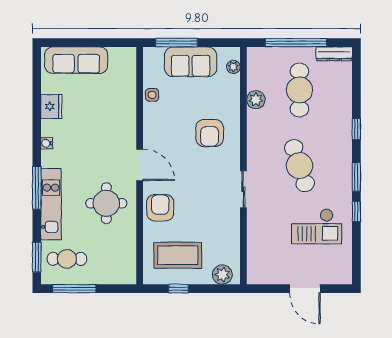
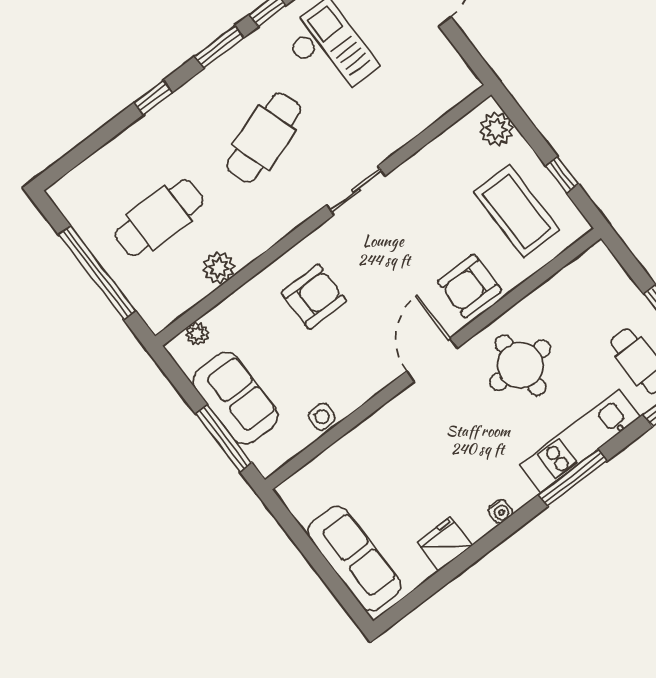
dresser: (334, 54) -> (73, 208), removed

